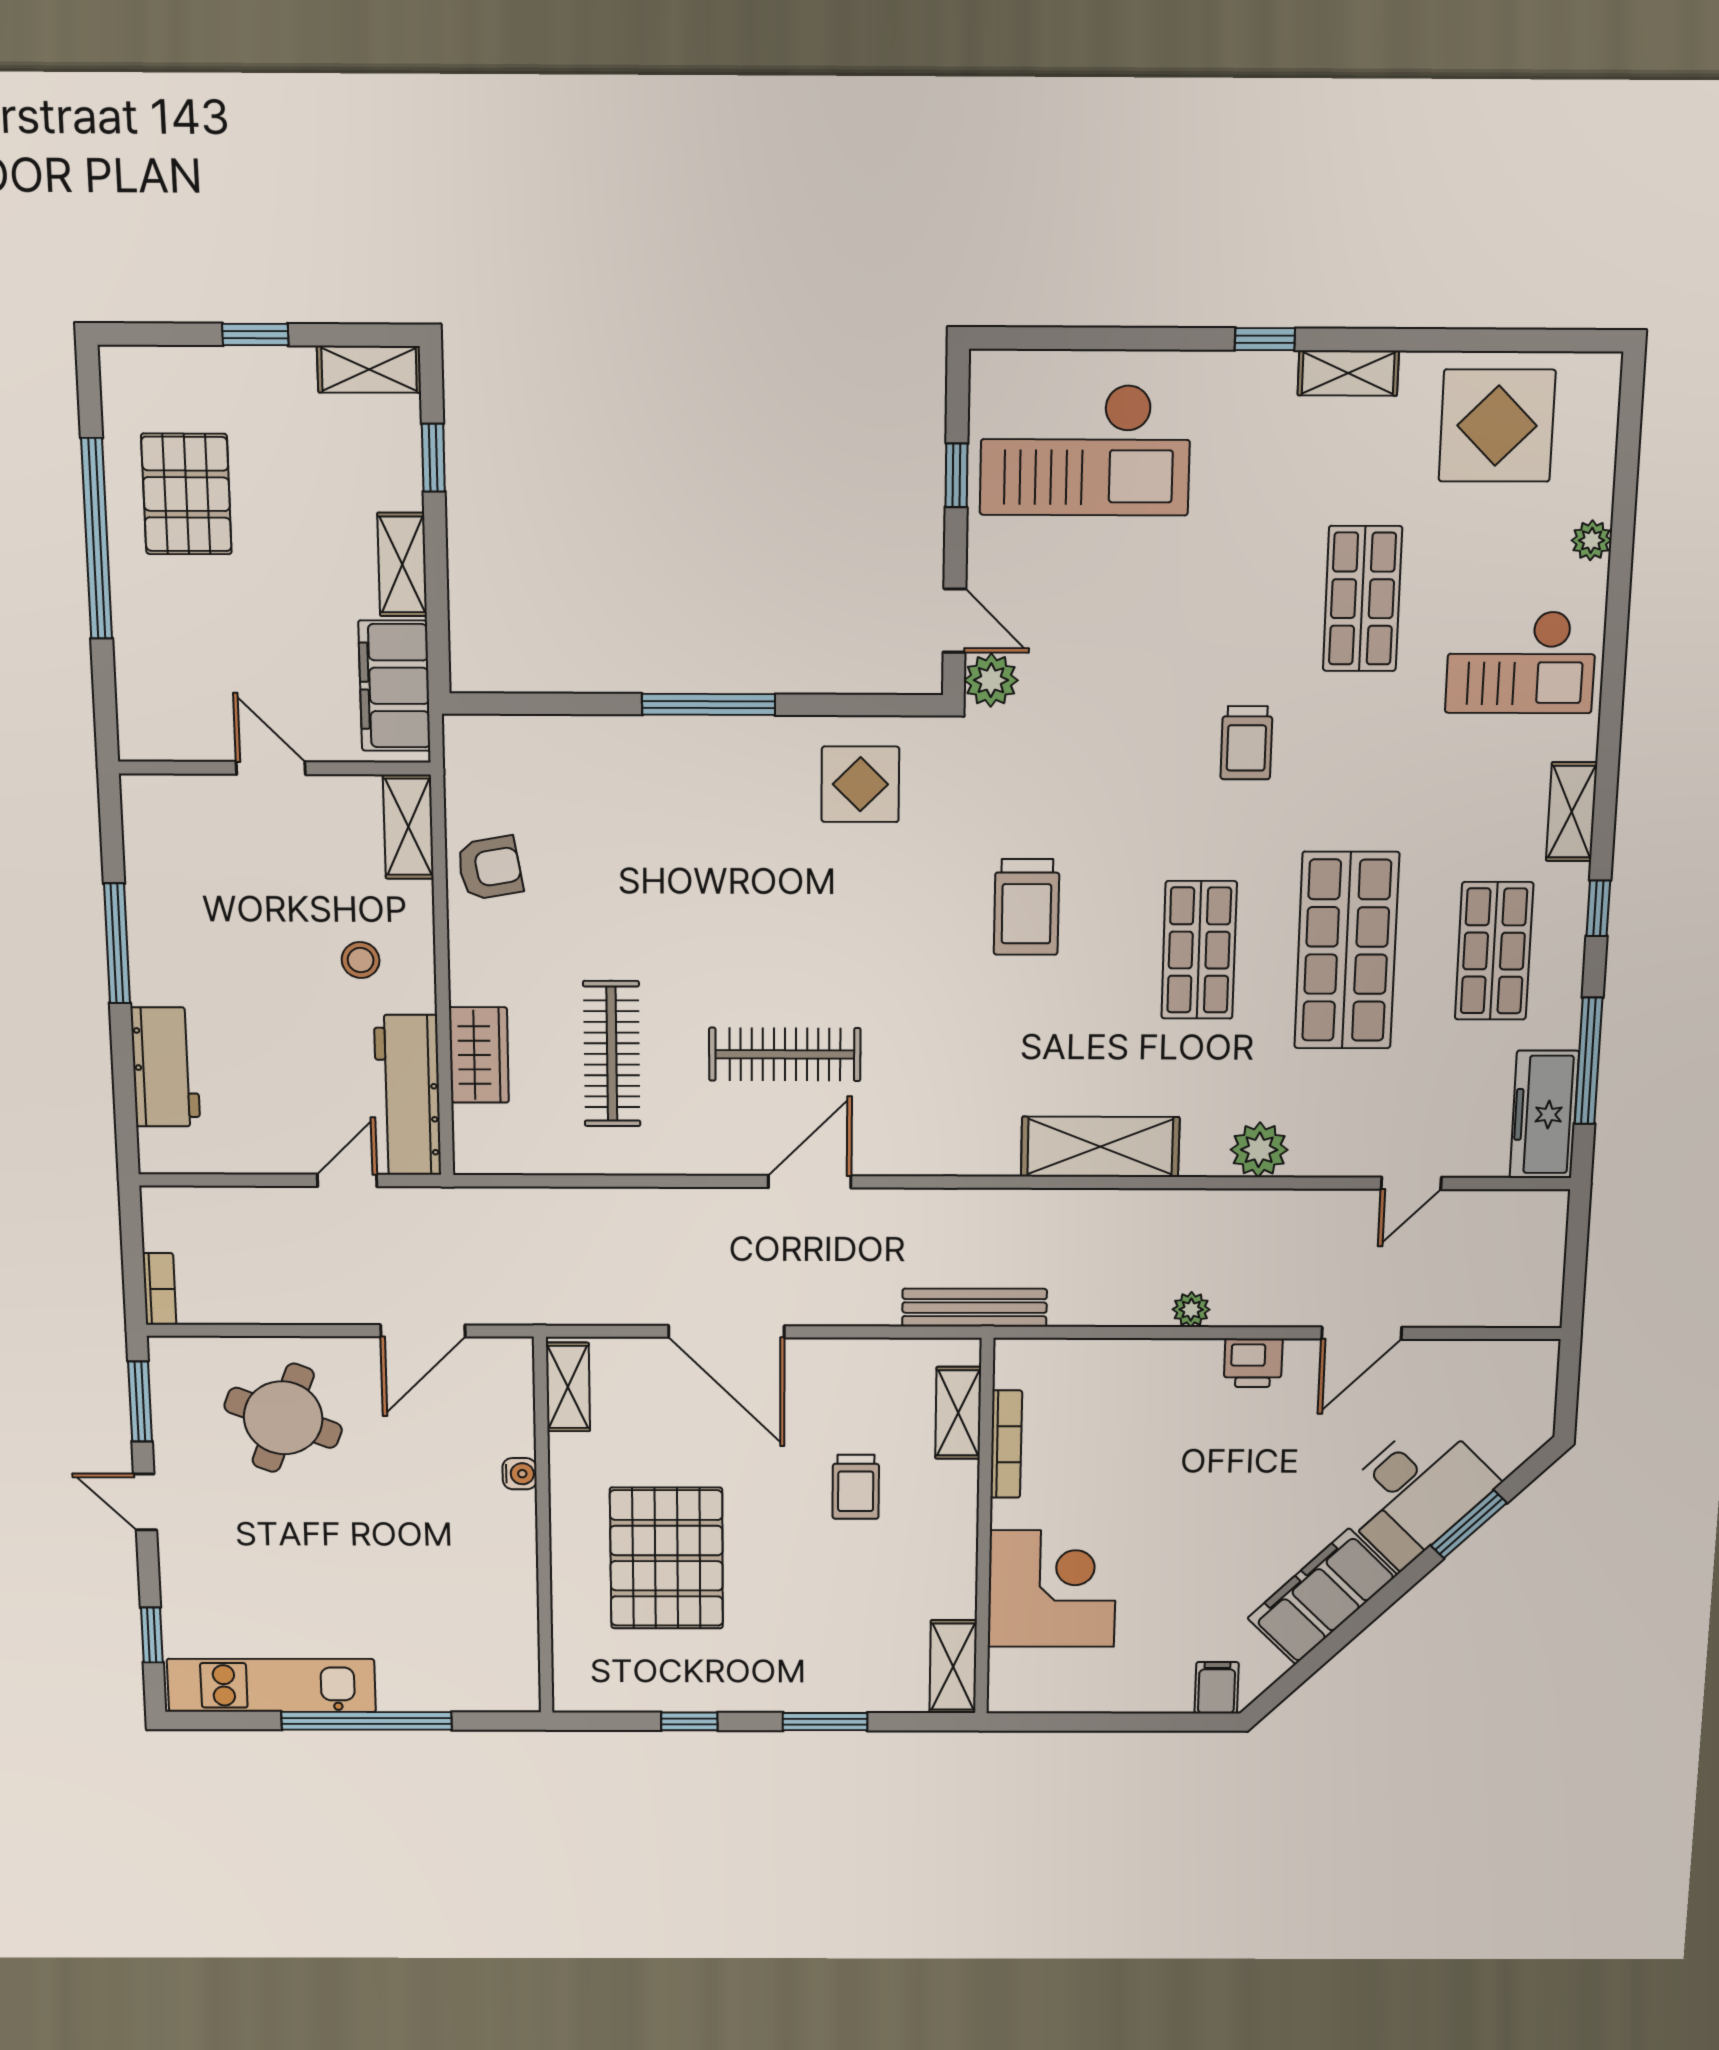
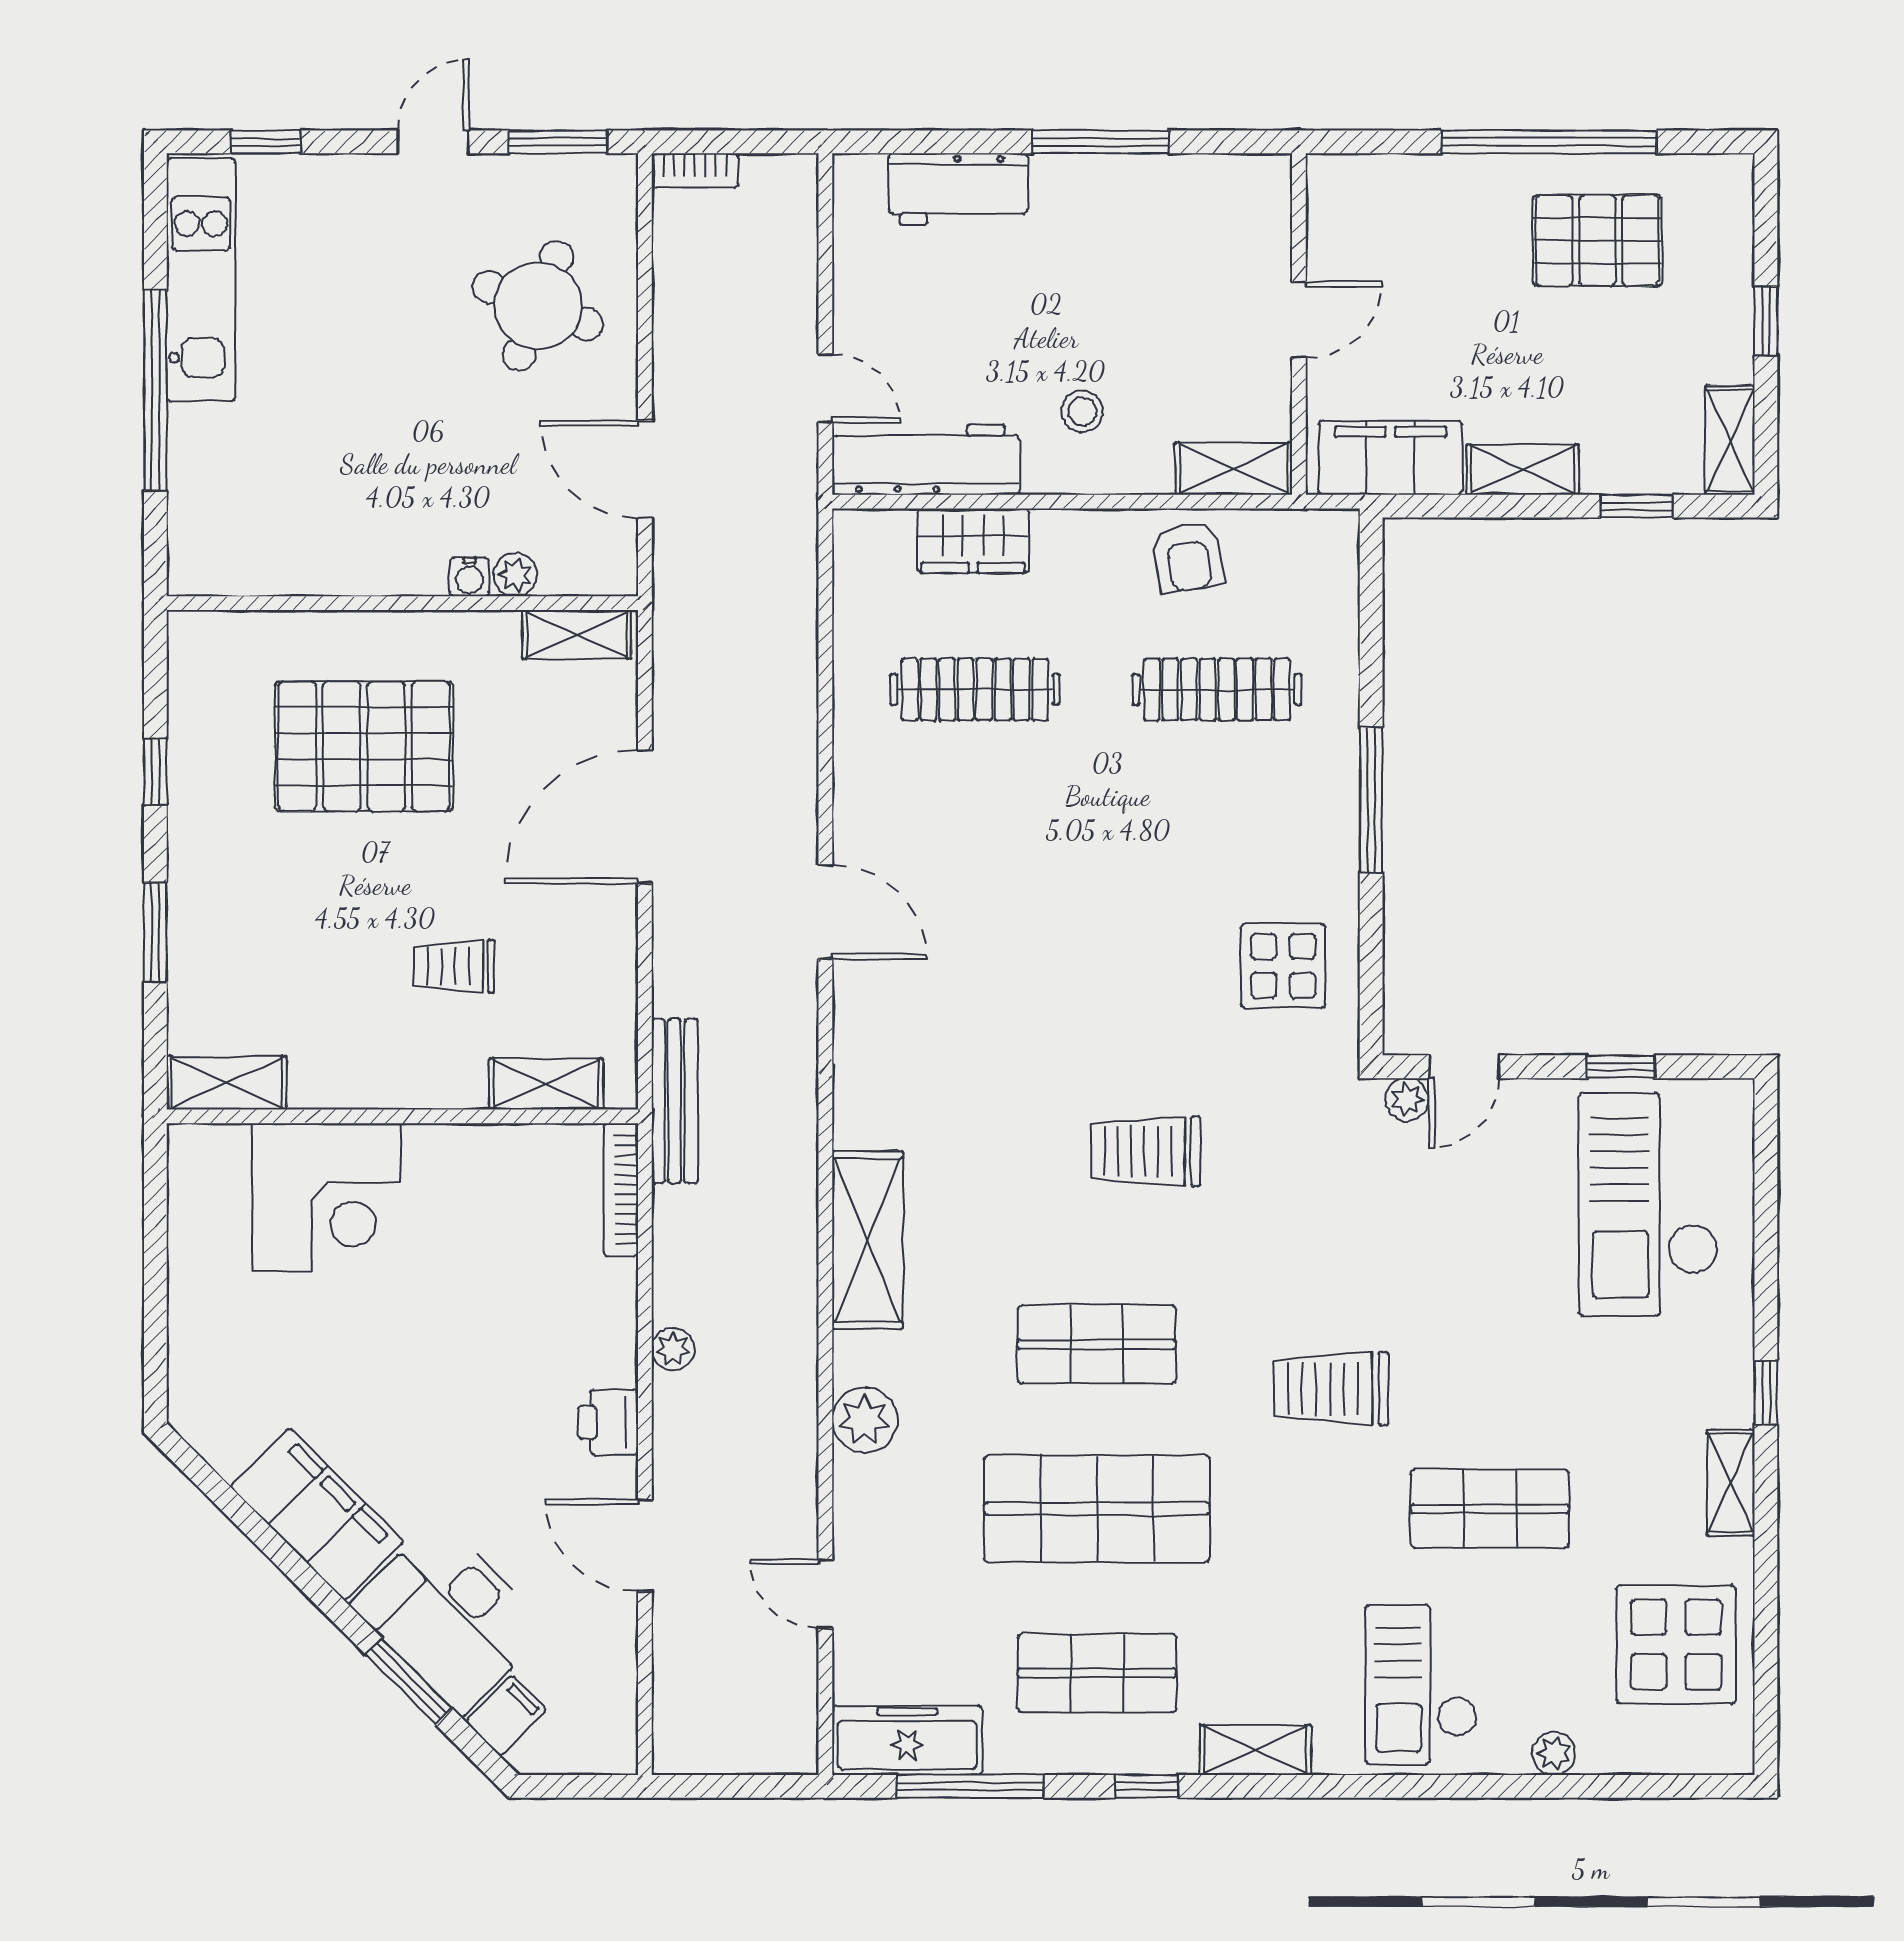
plant: (991, 680) -> (1407, 1099), width x0.73, depth x0.73
trolley: (1247, 743) -> (1331, 1389), width x1.36, depth x1.39
clothes rail: (785, 1054) -> (1217, 689), moved, turned 90
plant: (517, 1437) -> (515, 575), added
bookcase: (1006, 1444) -> (621, 1190), moved, turned 90
filing cabinet: (1217, 1688) -> (506, 1716), moved, turned -45

